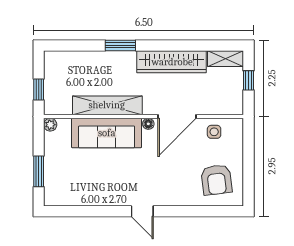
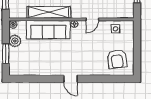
door: (177, 117) -> (92, 19), width x0.53
plant: (53, 151) -> (15, 41), added

